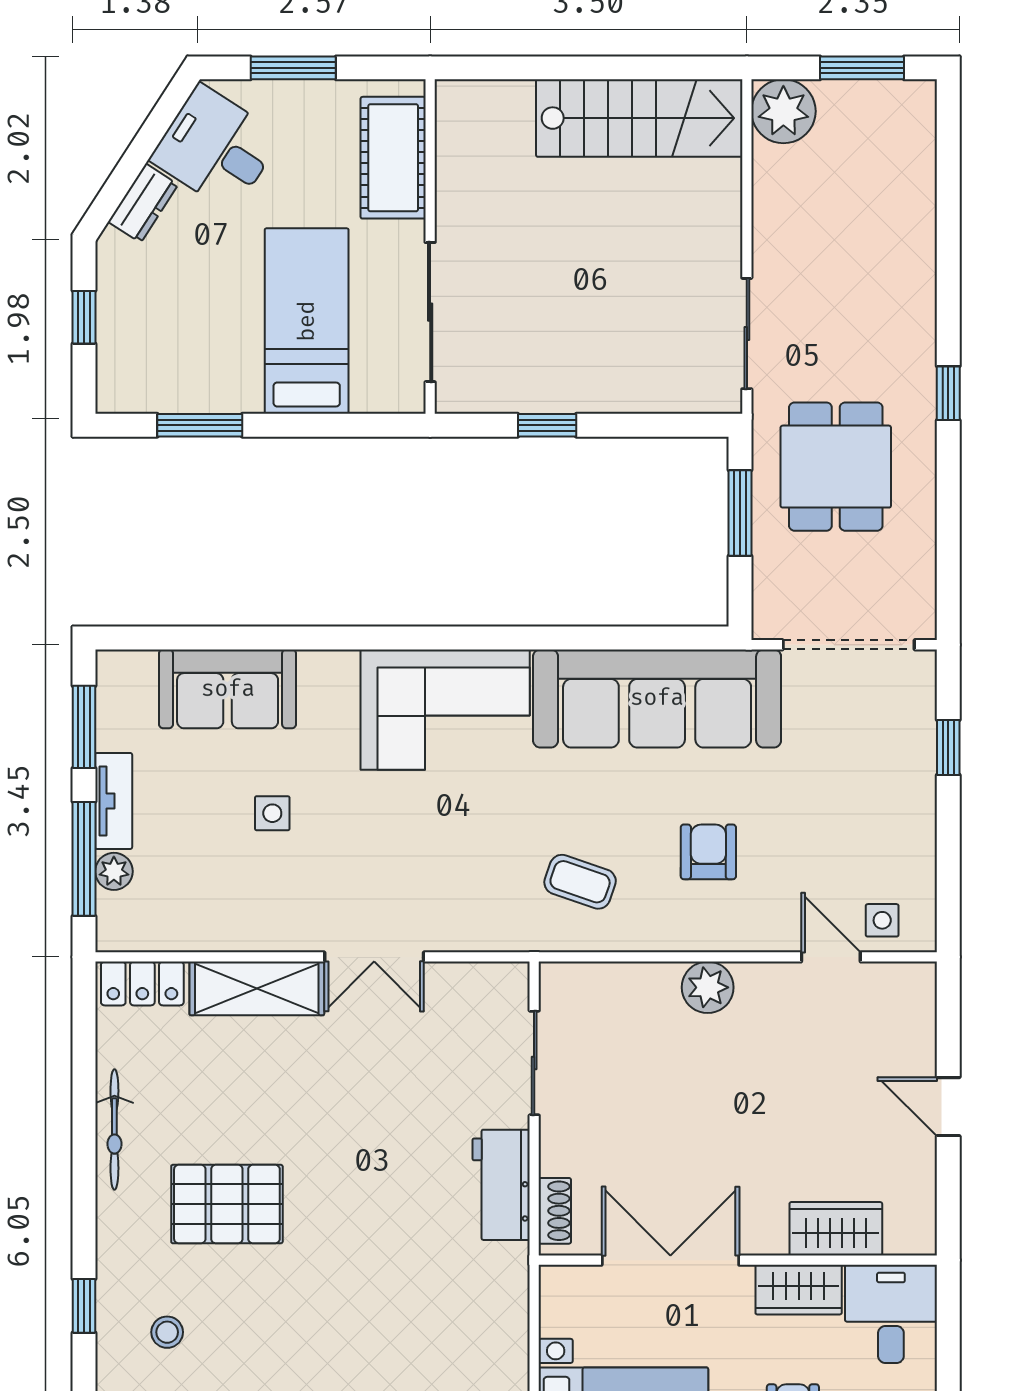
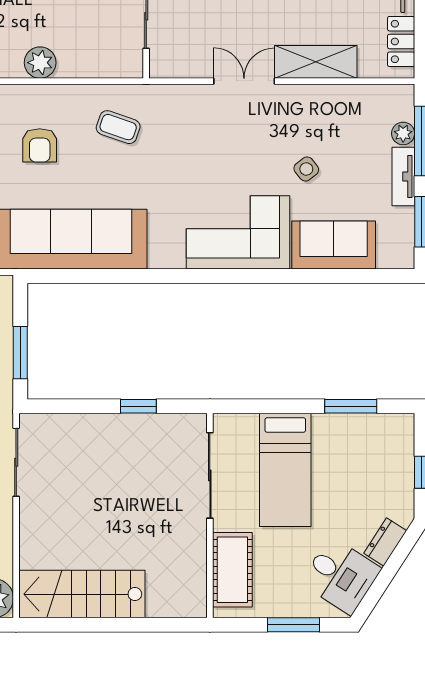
corner sofa: (445, 710) -> (238, 232), moved
side table: (272, 813) -> (306, 169), turned -38
locker: (142, 984) -> (401, 41), moved, turned -90

